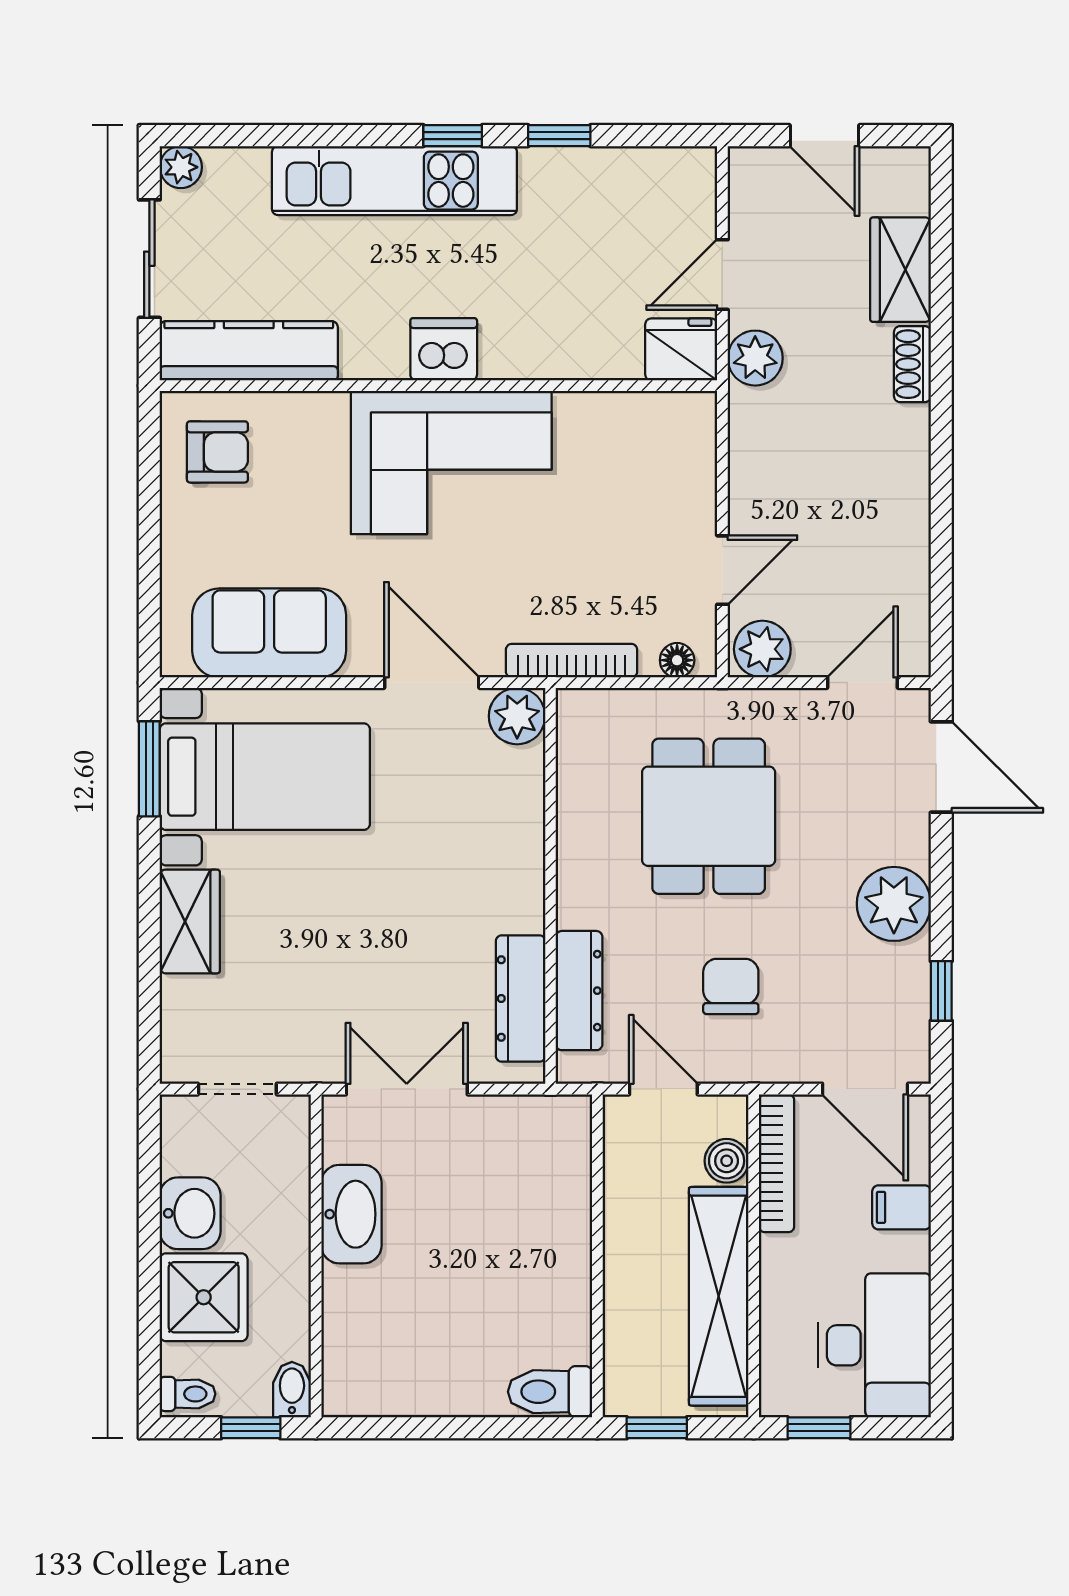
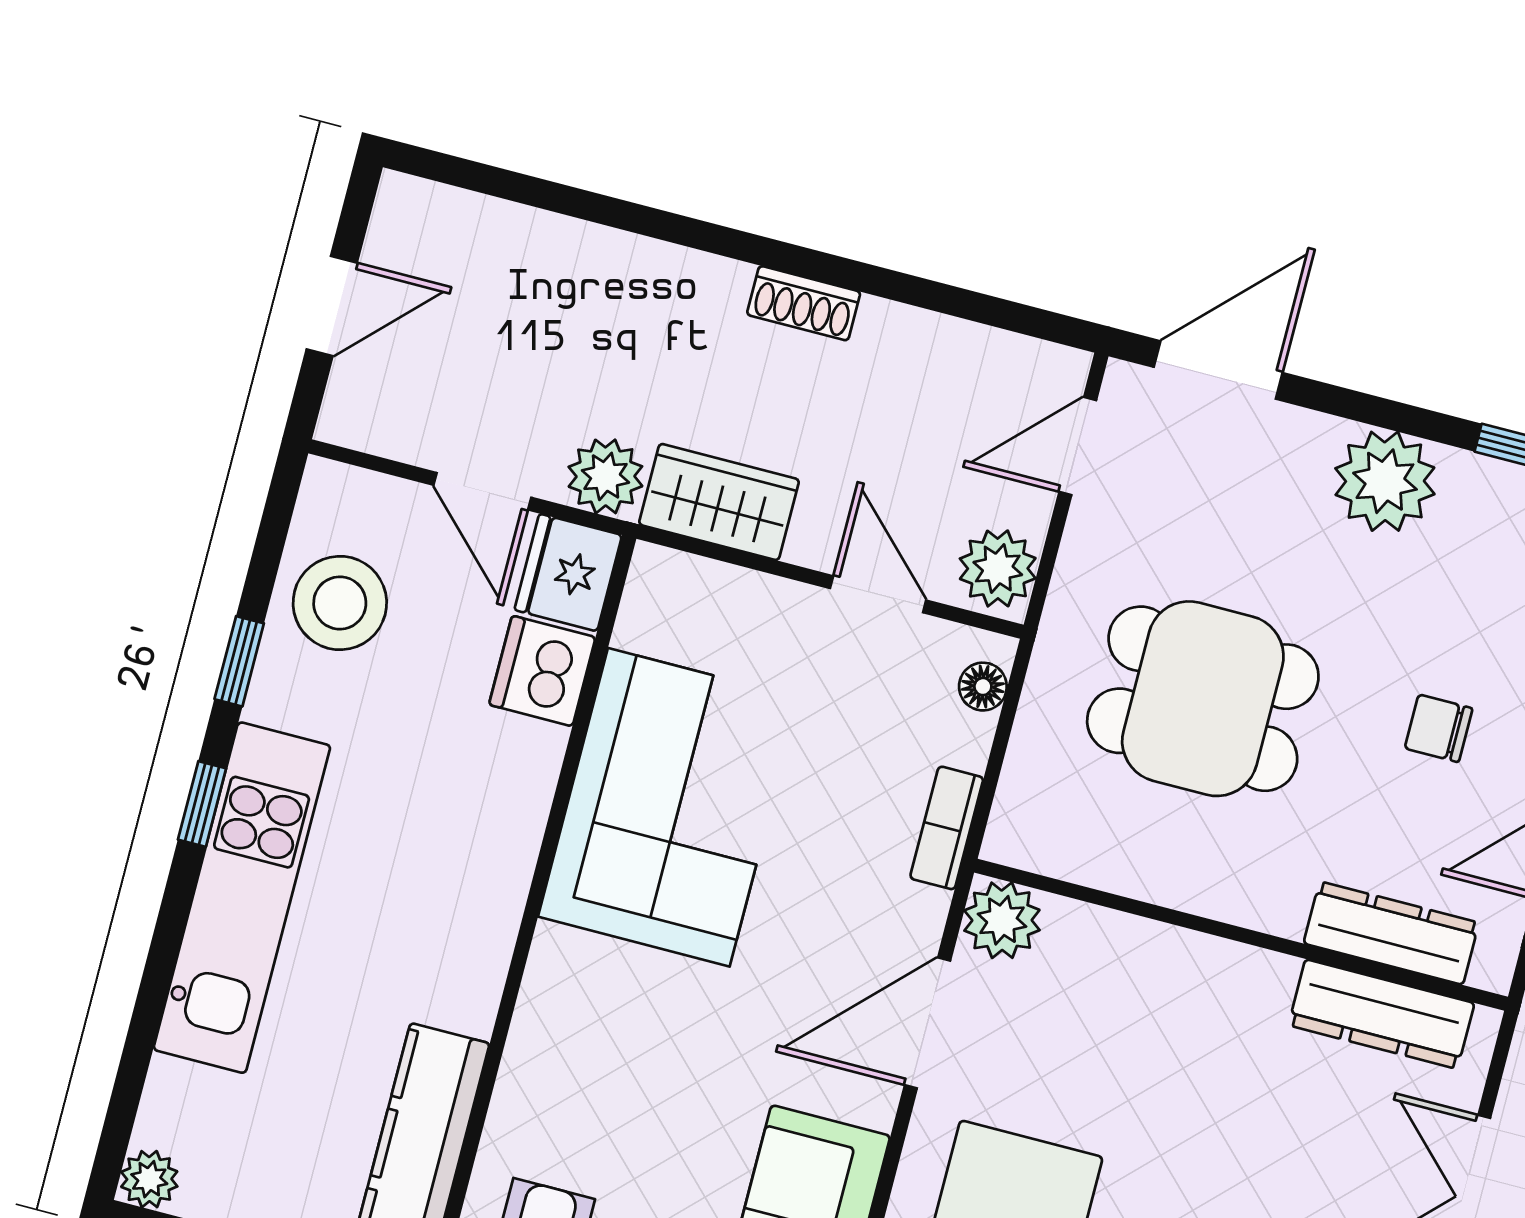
stool: (618, 195) -> (340, 603), added
wardrobe: (901, 270) -> (719, 502), moved, turned 180
dishwasher: (444, 349) -> (542, 671), moved
shoe rack: (912, 364) -> (804, 303), moved
corner sofa: (451, 463) -> (669, 807), moved
bookcase: (572, 661) -> (947, 828), width x0.64
door: (863, 683) -> (1078, 446), hinge flipped
chair: (731, 986) -> (1439, 728), width x0.73, depth x0.73

